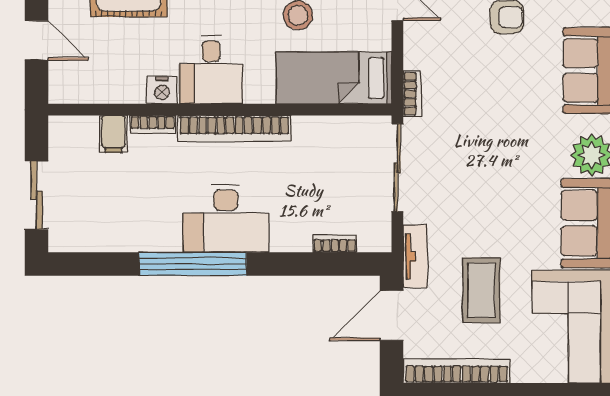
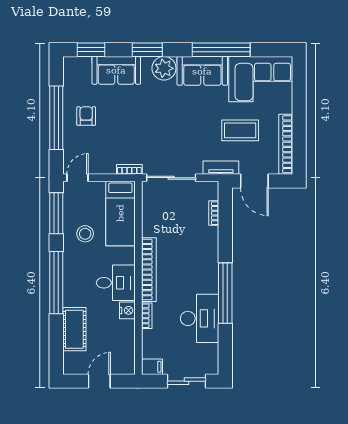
filing cabinet: (114, 134) -> (152, 367), moved
desk: (226, 218) -> (200, 318), moved

